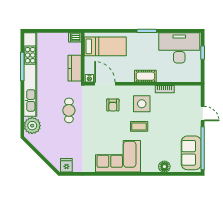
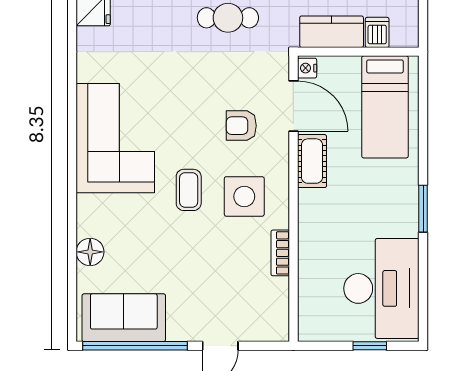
dishwasher: (75, 37) -> (377, 32), moved
cot: (145, 76) -> (312, 161), moved
door: (105, 84) -> (293, 106), hinge flipped

